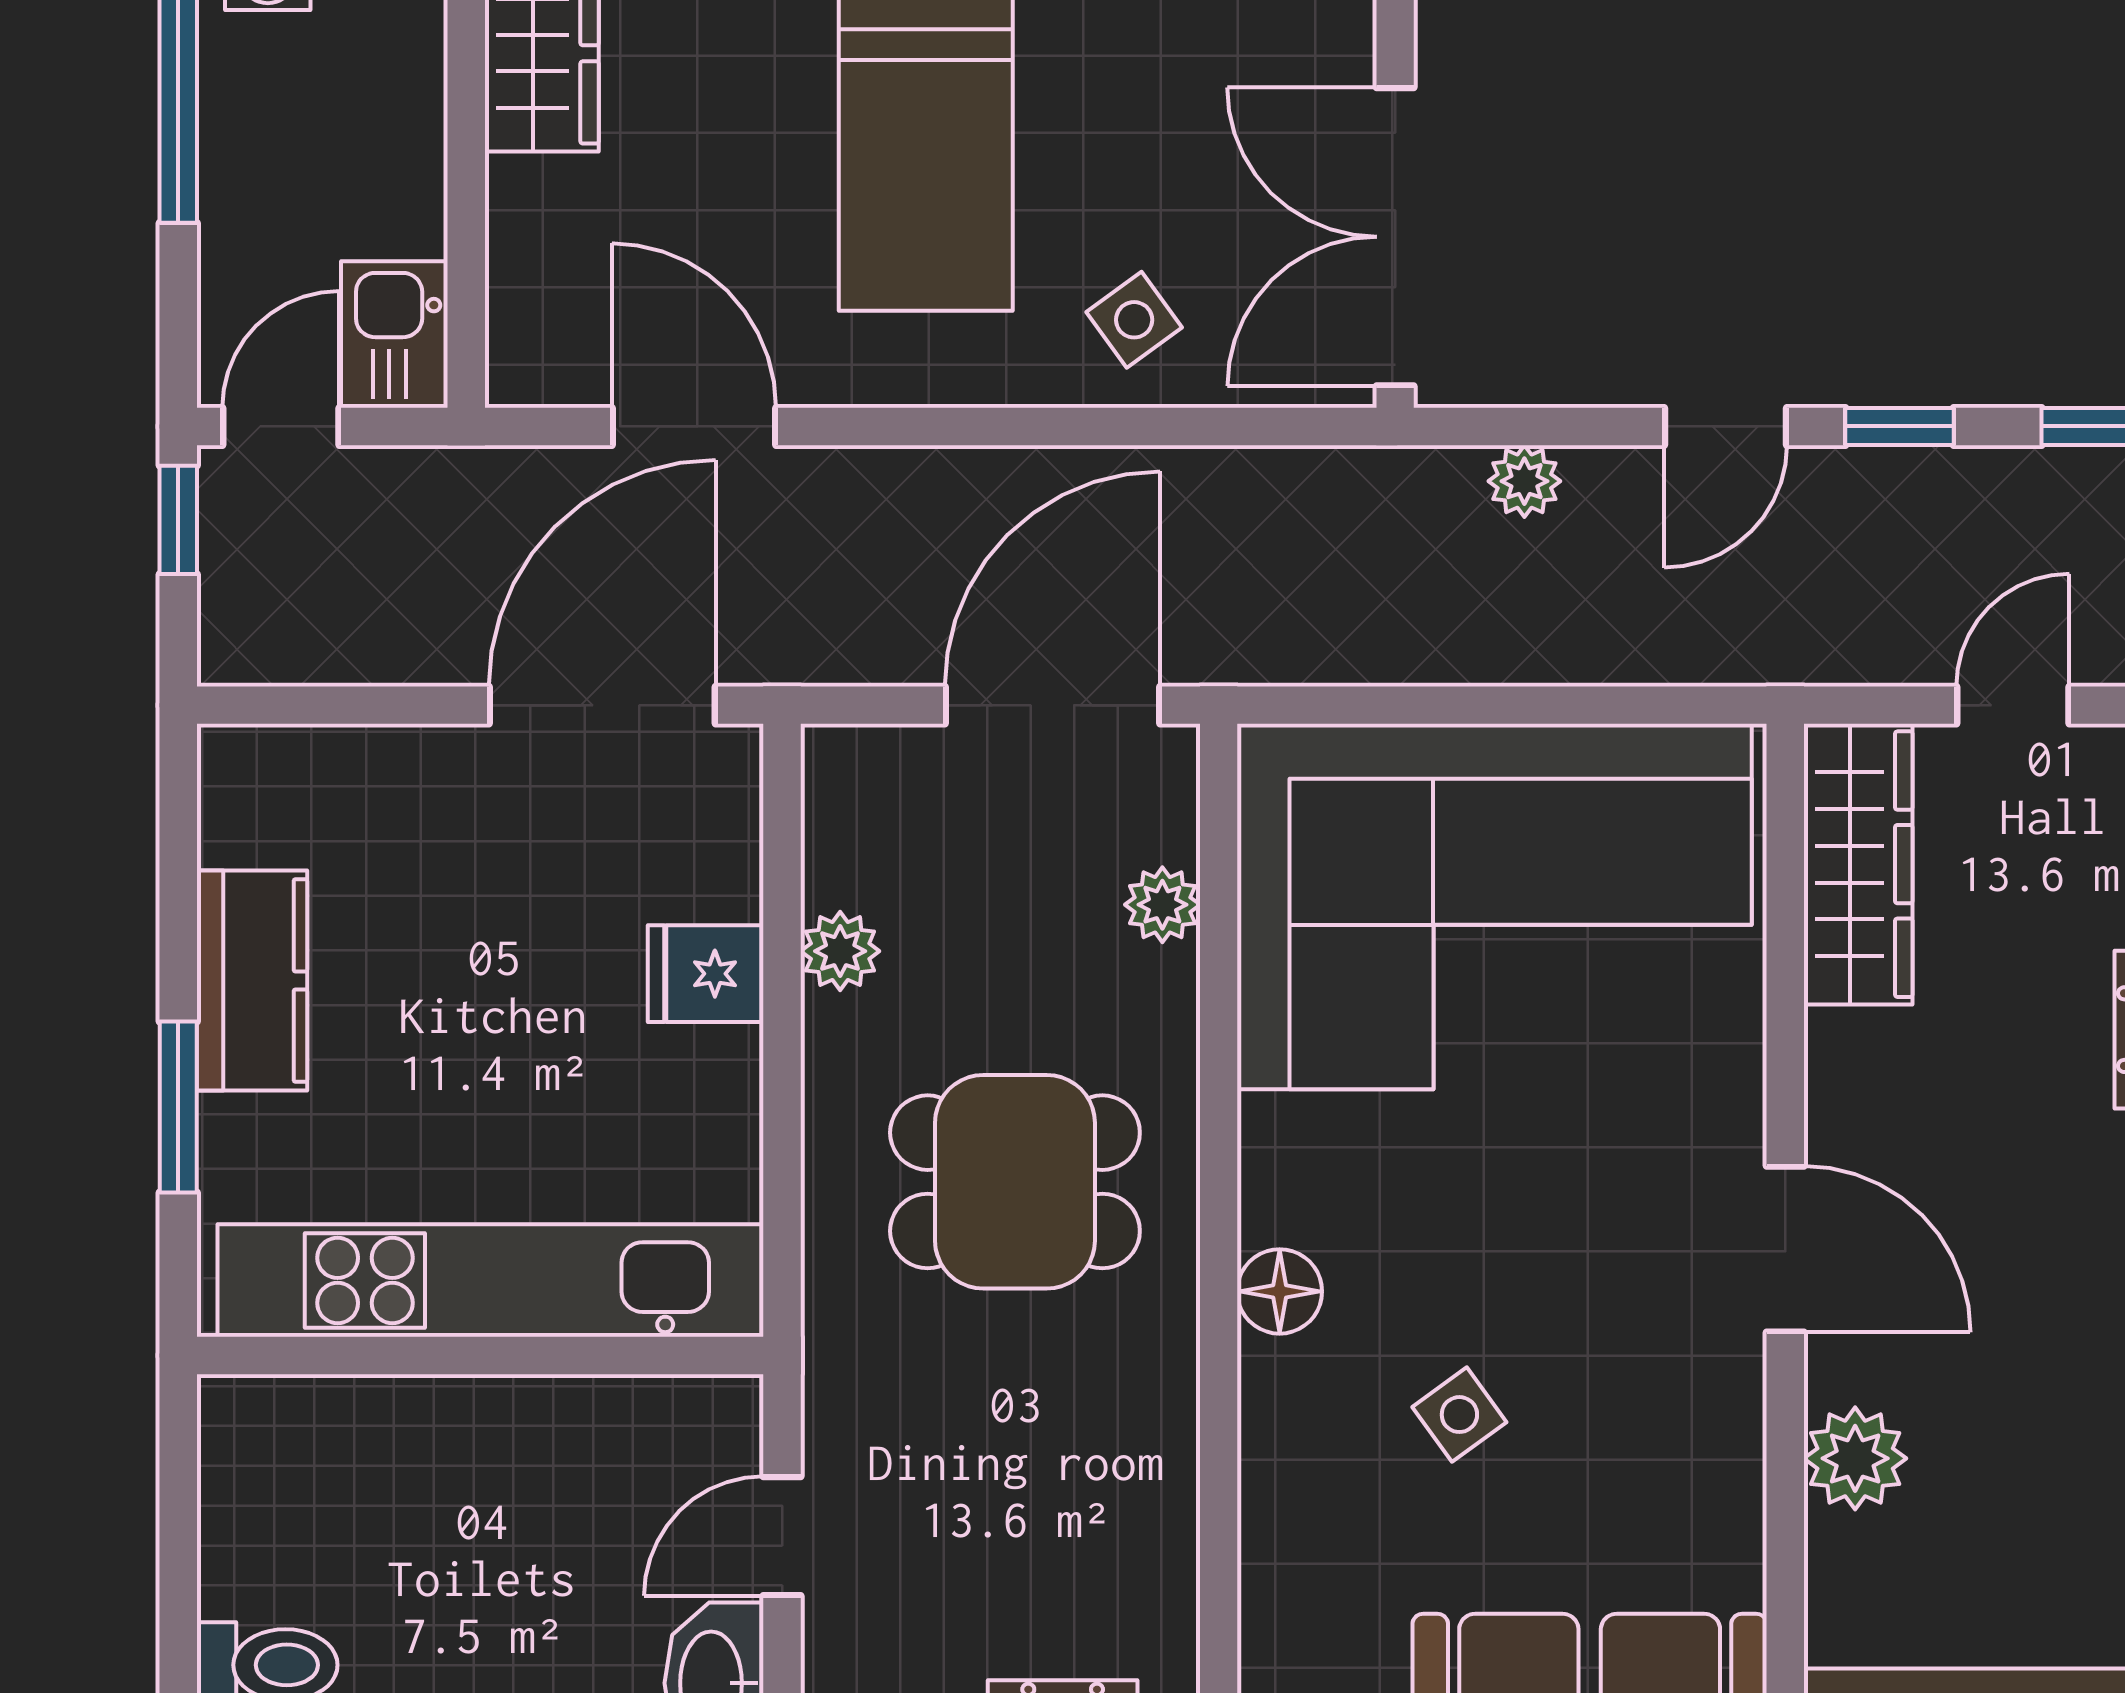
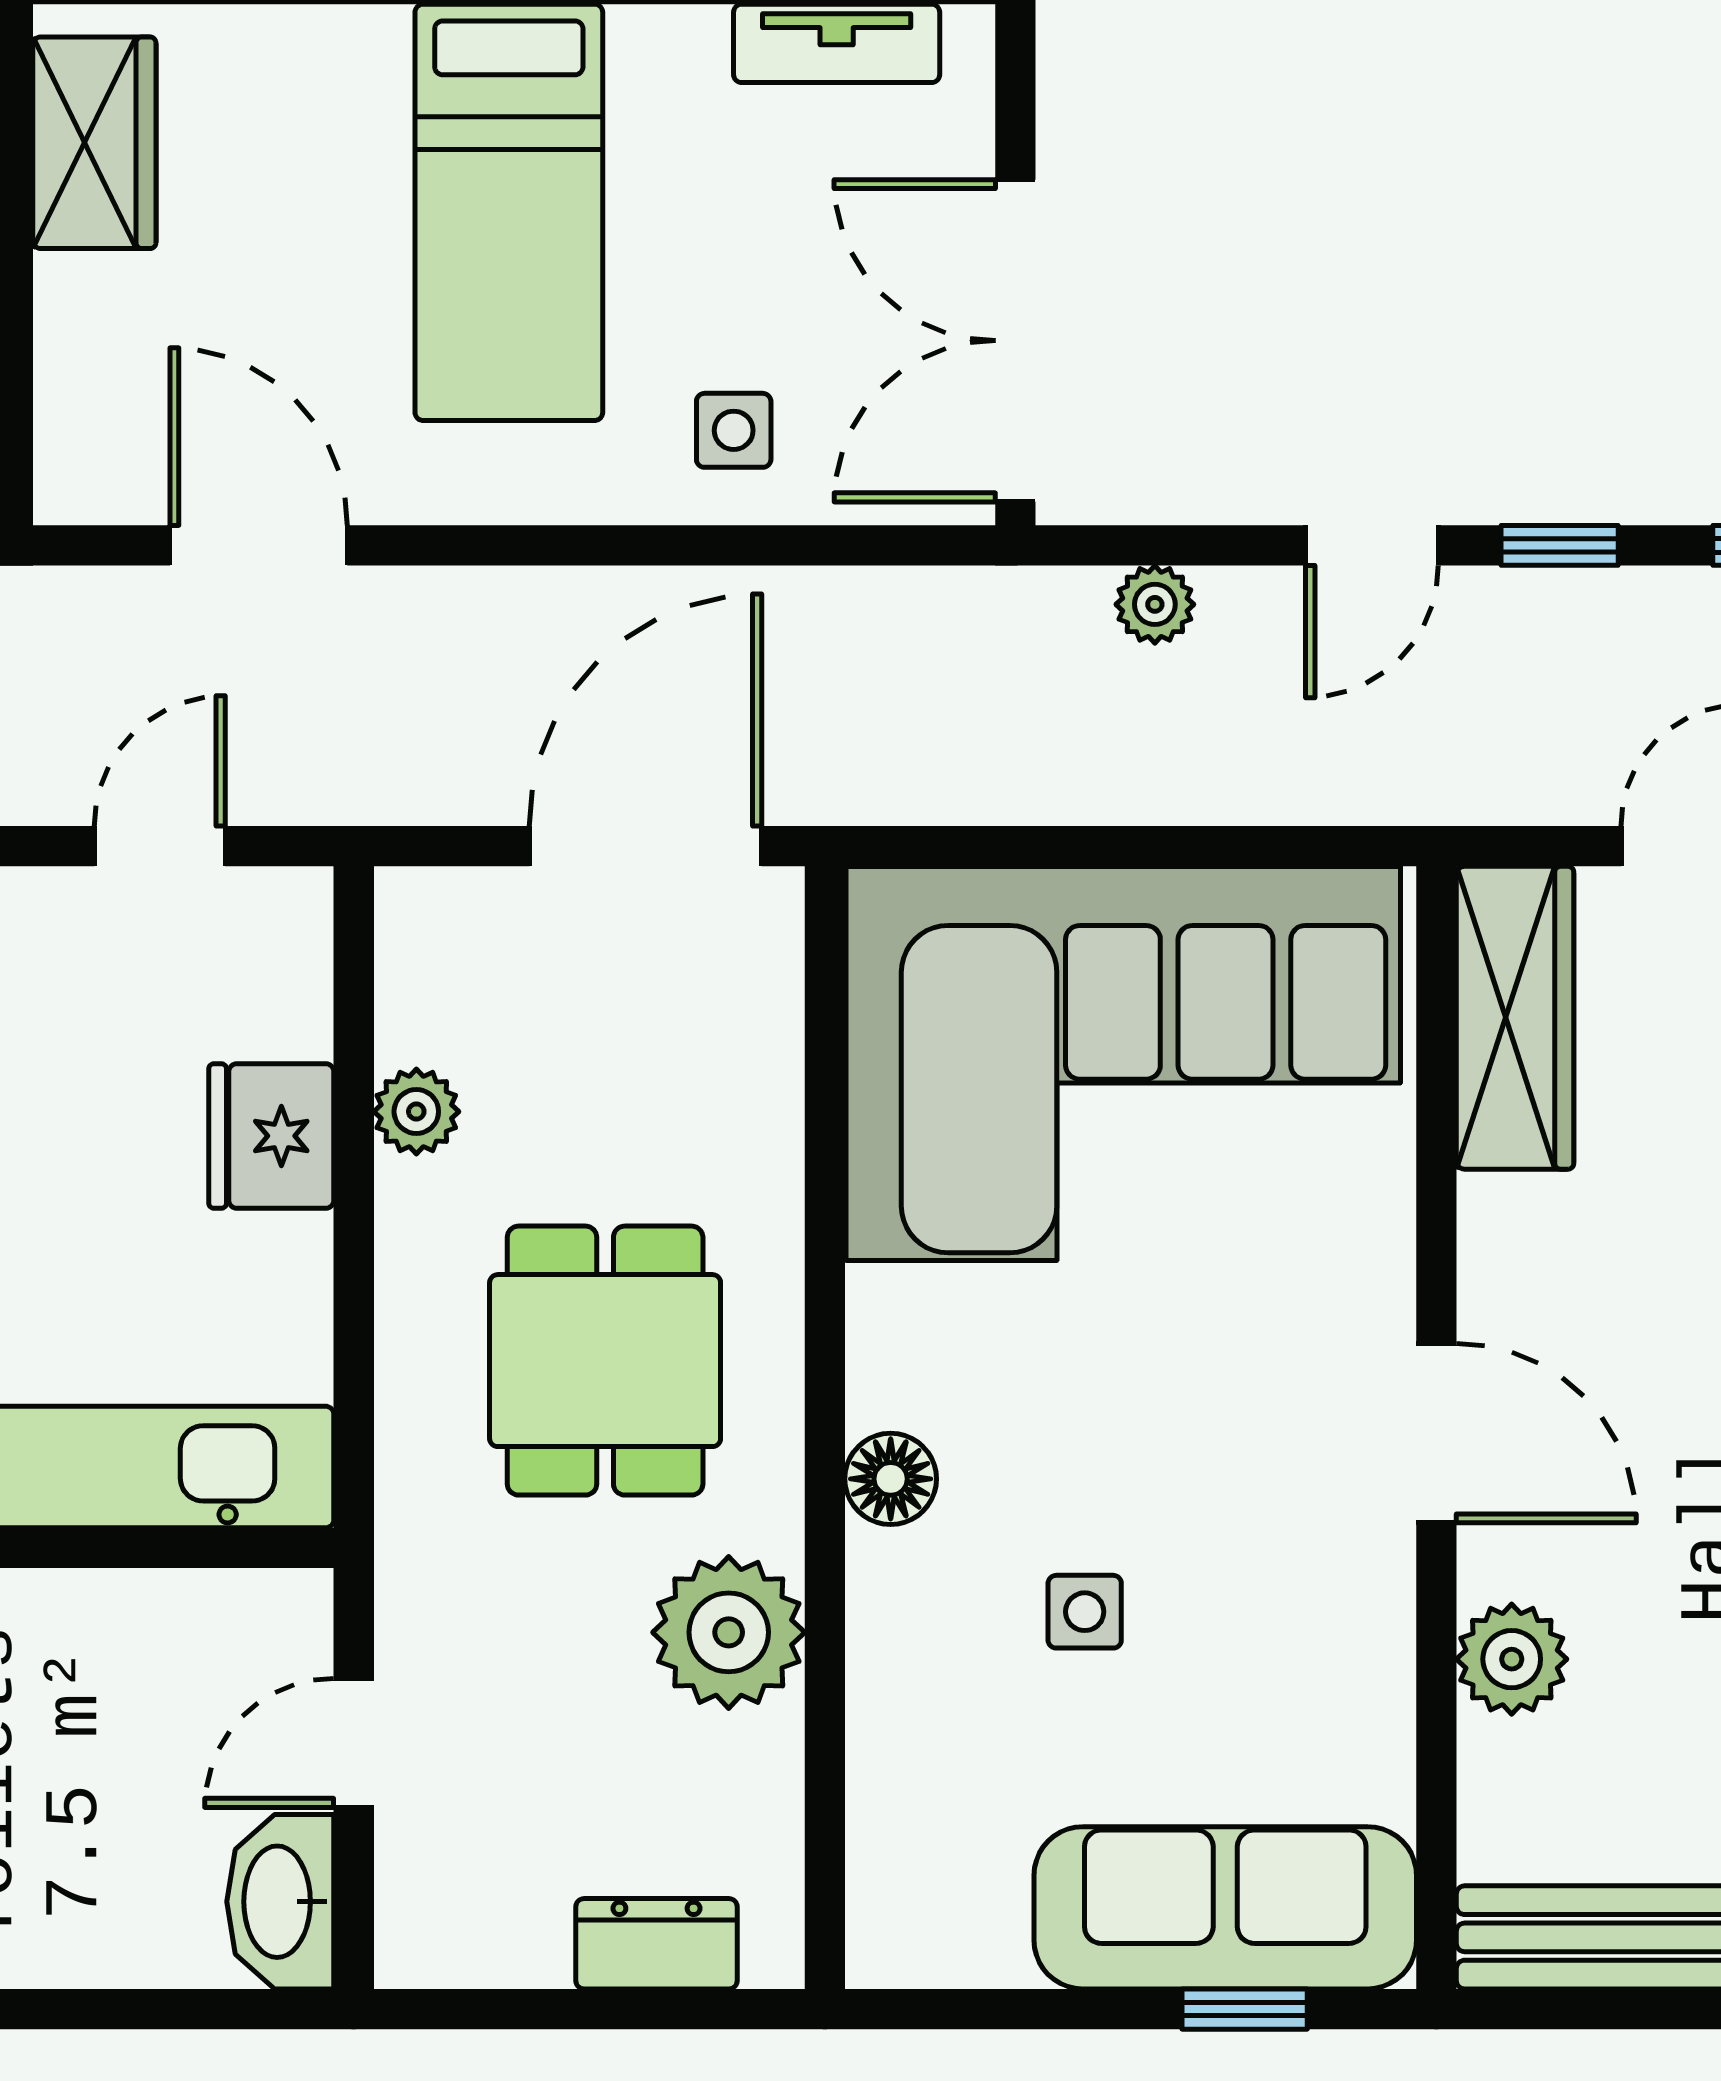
side table: (1134, 320) -> (734, 430), turned 36
door: (602, 705) -> (160, 846), width x0.53
plant: (1162, 905) -> (729, 1632), moved, width x1.88, depth x1.88
fridge: (706, 974) -> (271, 1136), width x1.38
dining table: (1015, 1182) -> (605, 1361), turned 90
side table: (1459, 1415) -> (1085, 1612), turned 36

